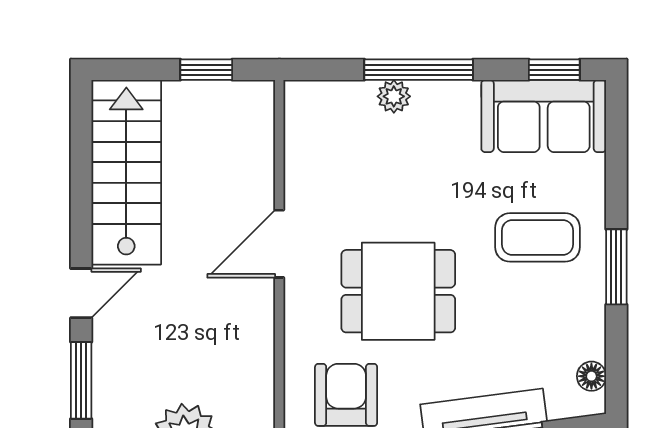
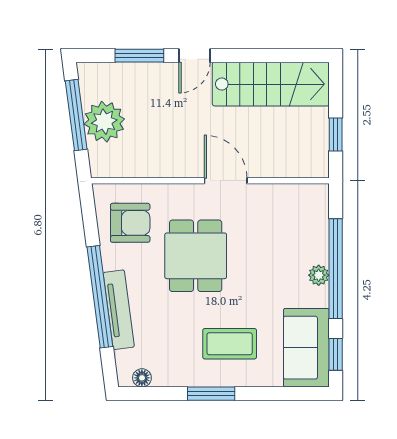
window: (419, 70) -> (336, 269), width x1.46
plant: (394, 96) -> (319, 275), moved
coffee table: (538, 237) -> (230, 344), turned 90
door: (81, 293) -> (195, 56), hinge flipped

